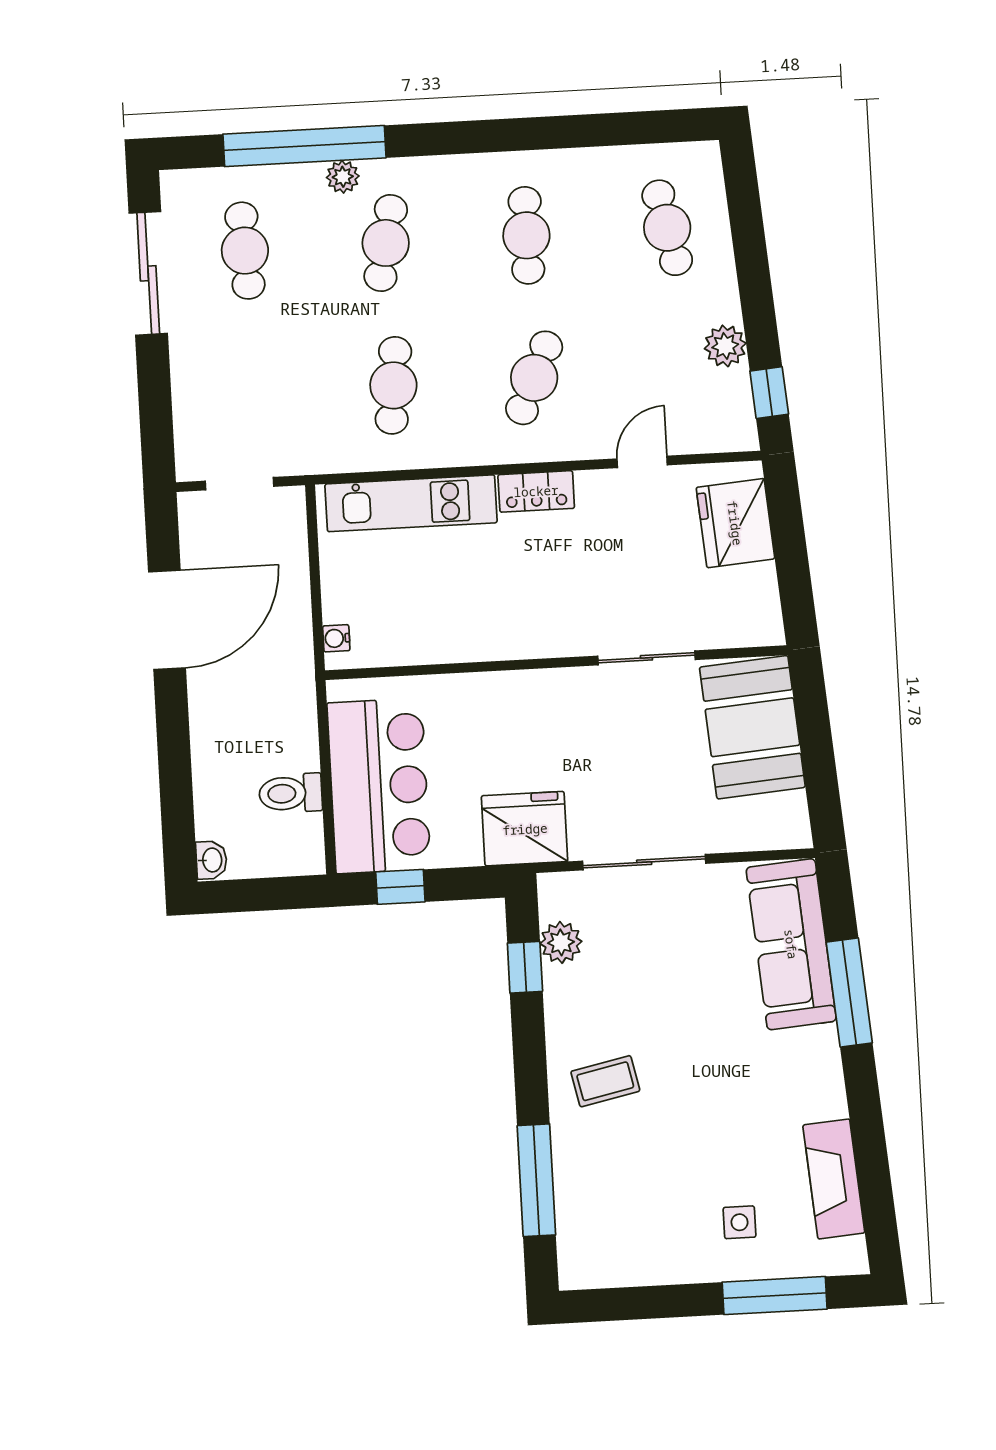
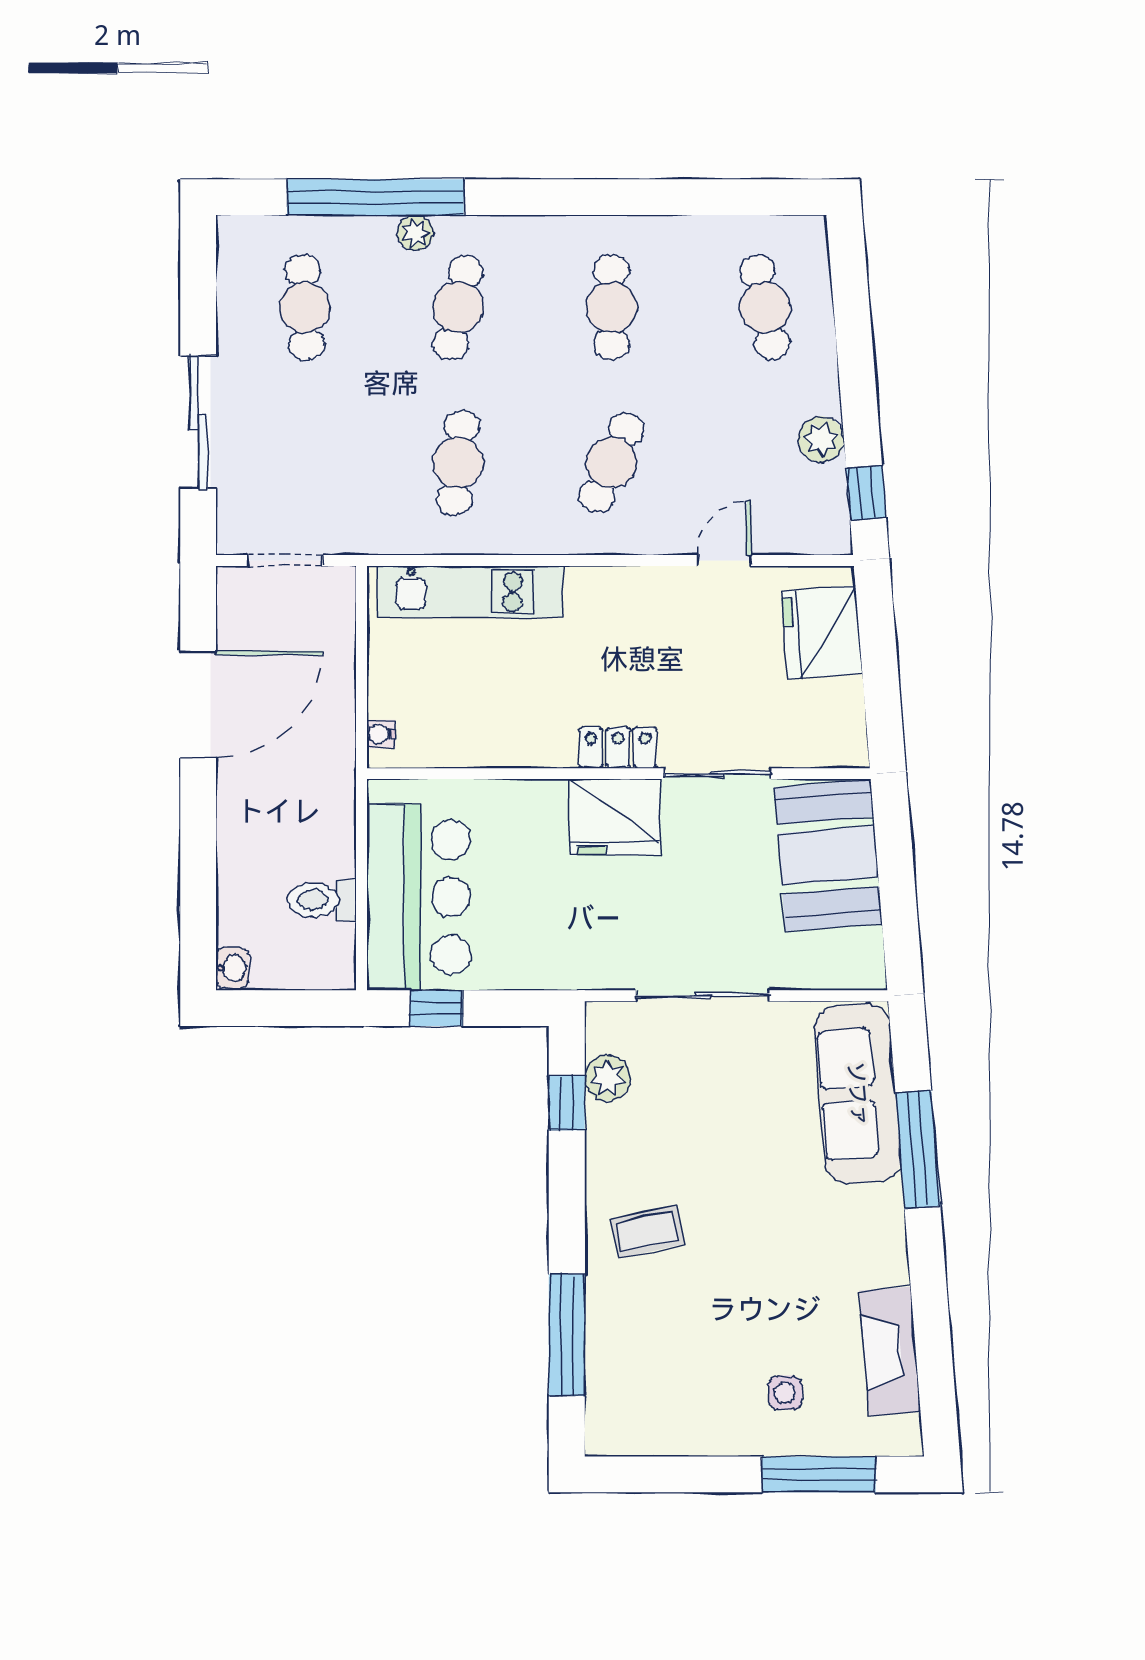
sliding door: (148, 273) -> (198, 422), moved
locker: (536, 491) -> (618, 748), moved, turned 180
fridge: (525, 829) -> (615, 817), moved, turned 180

